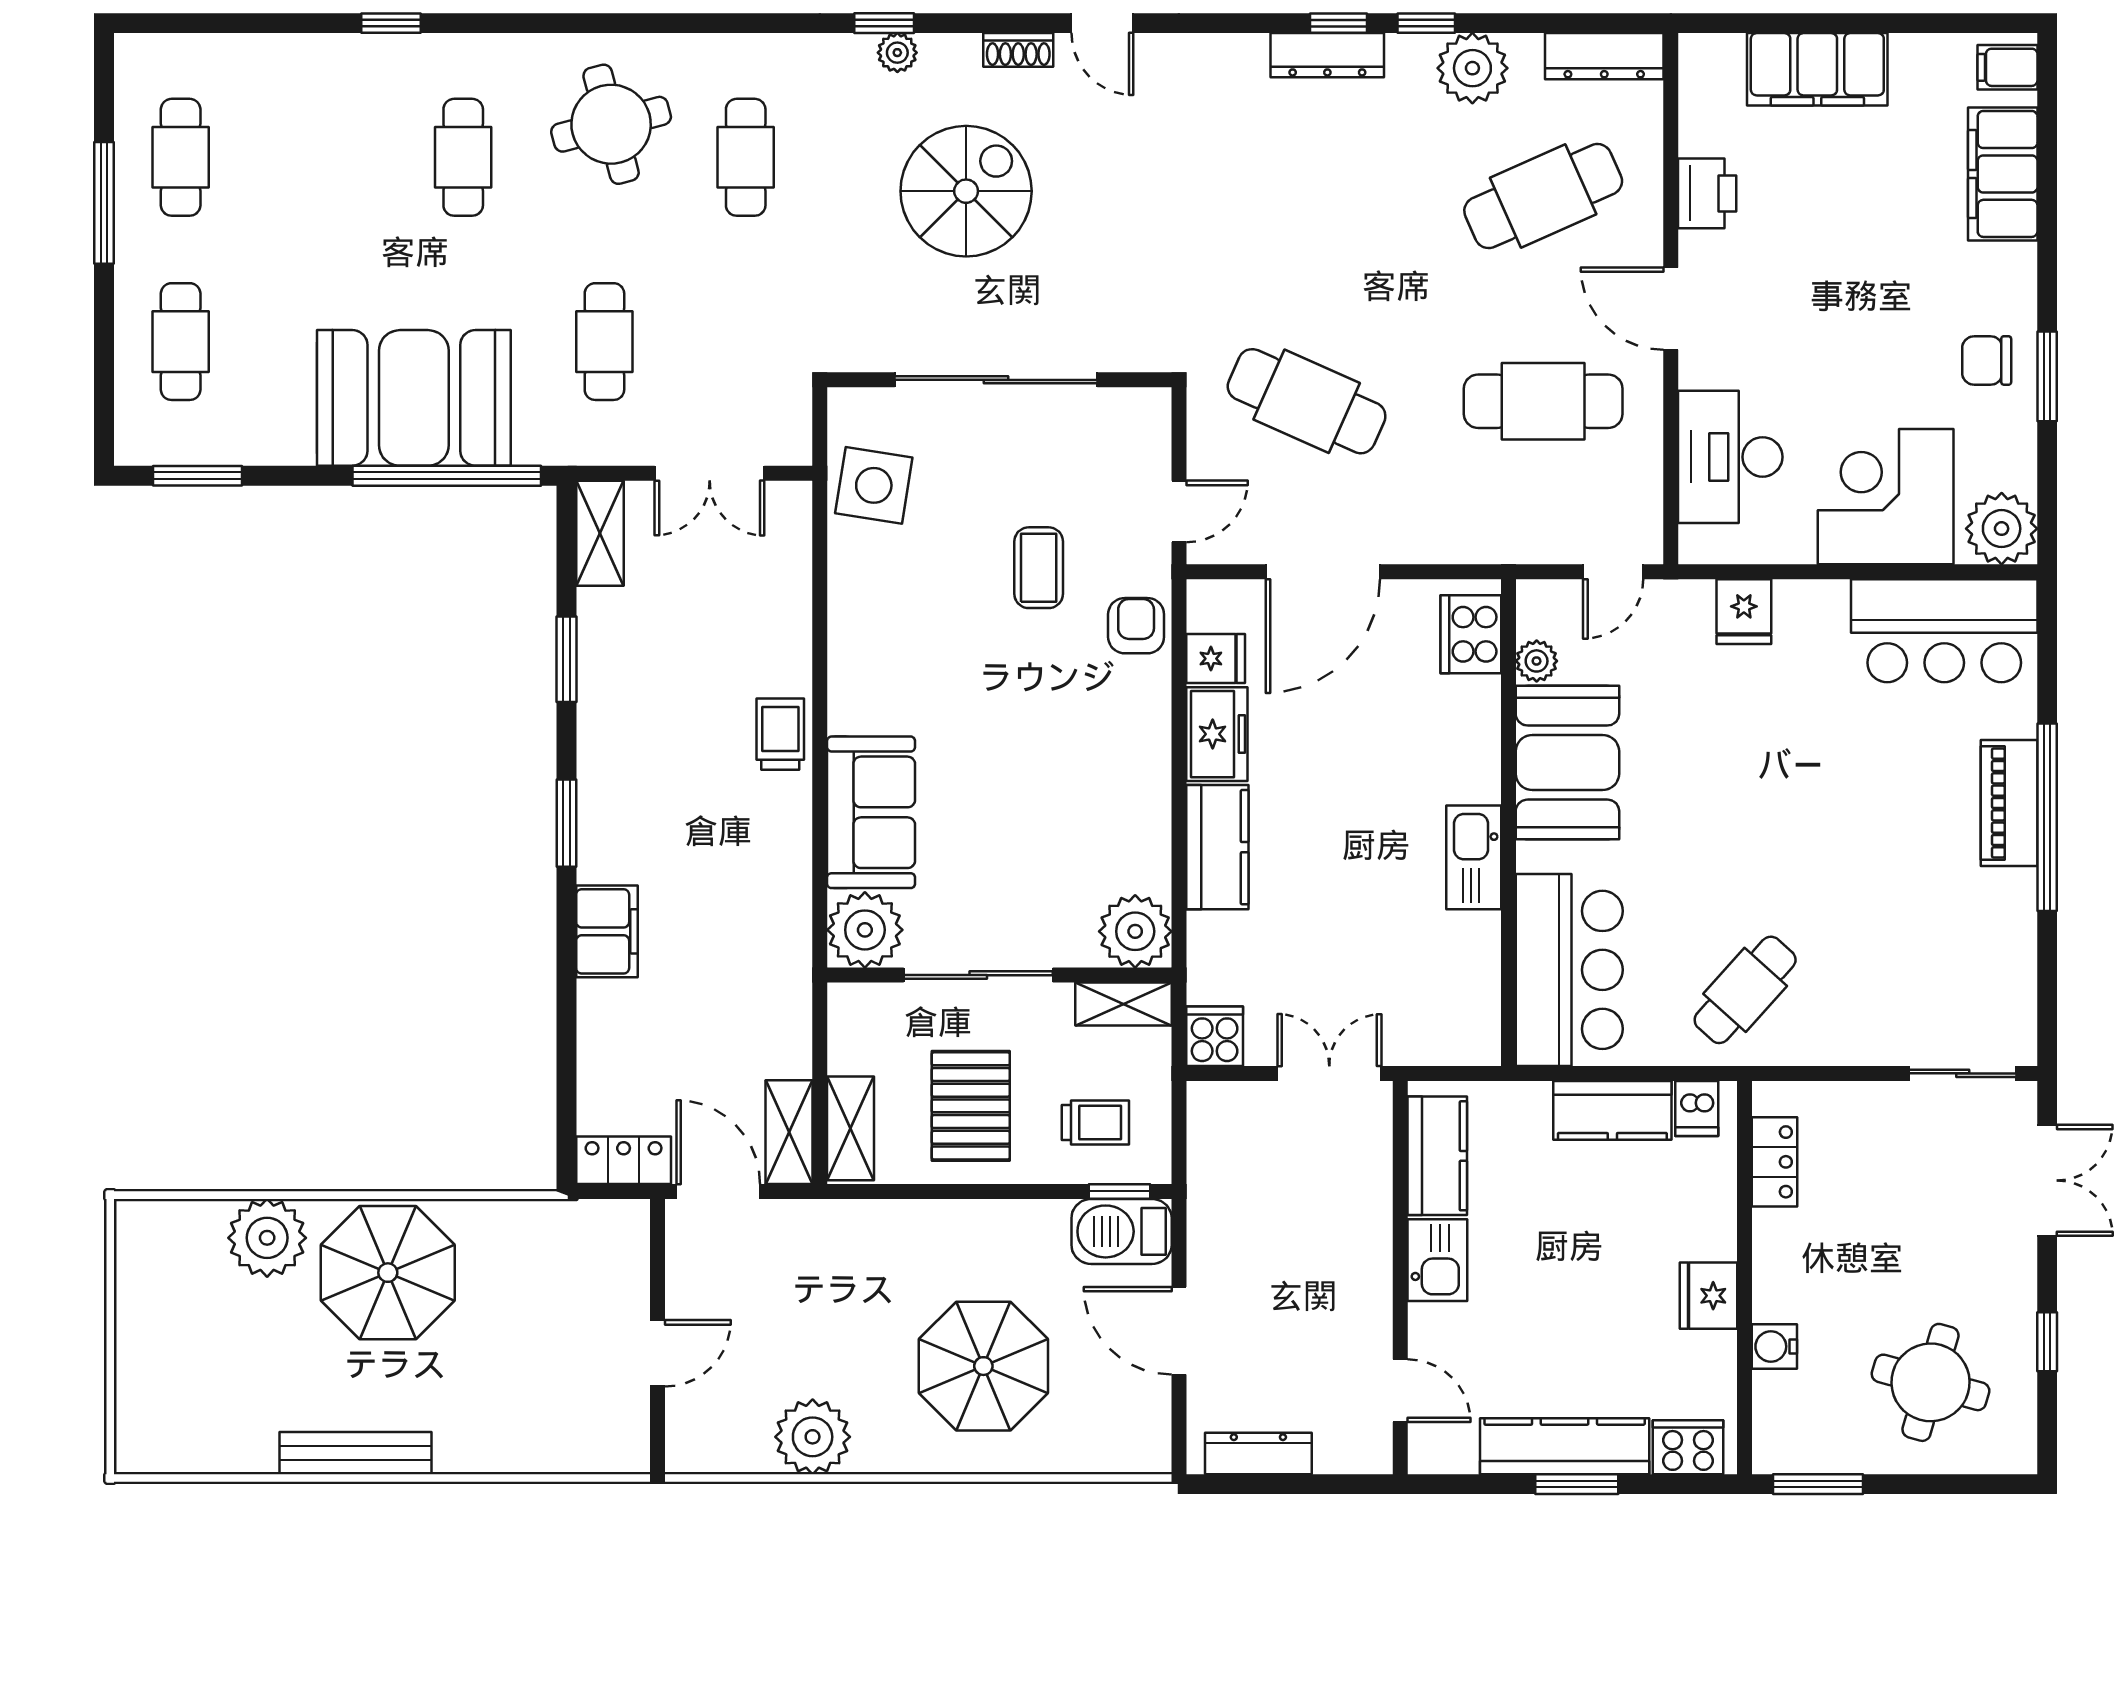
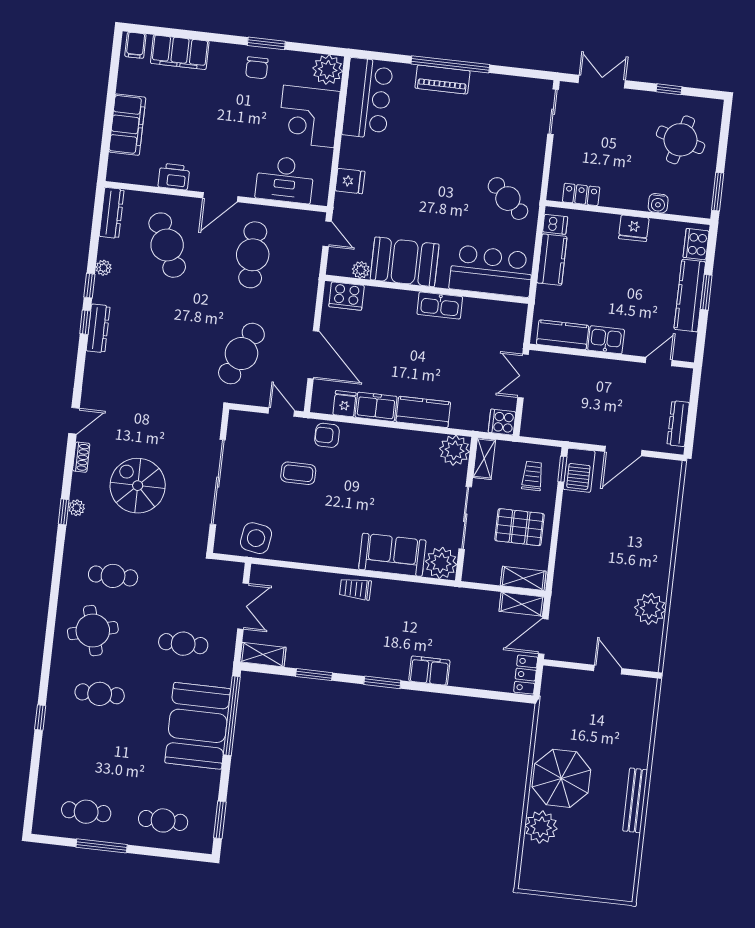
plant: (1472, 68) -> (104, 268), width x0.53, depth x0.53
parasol: (983, 1366) -> (629, 534), removed

